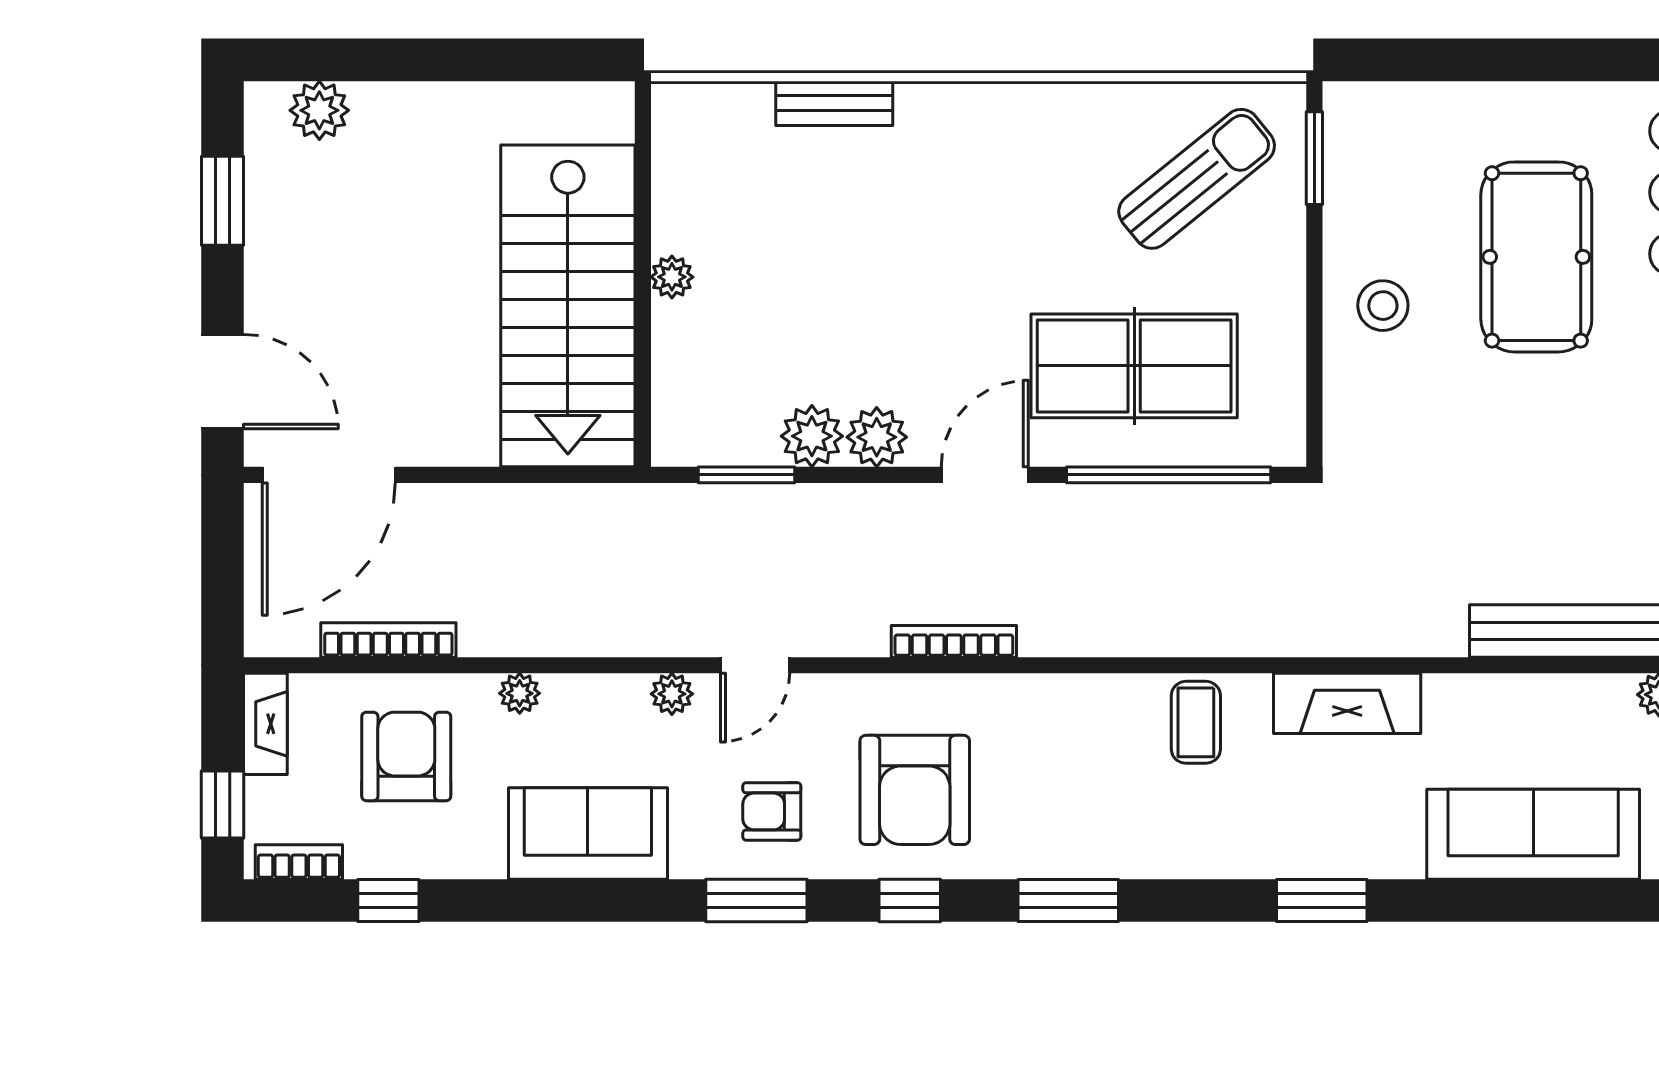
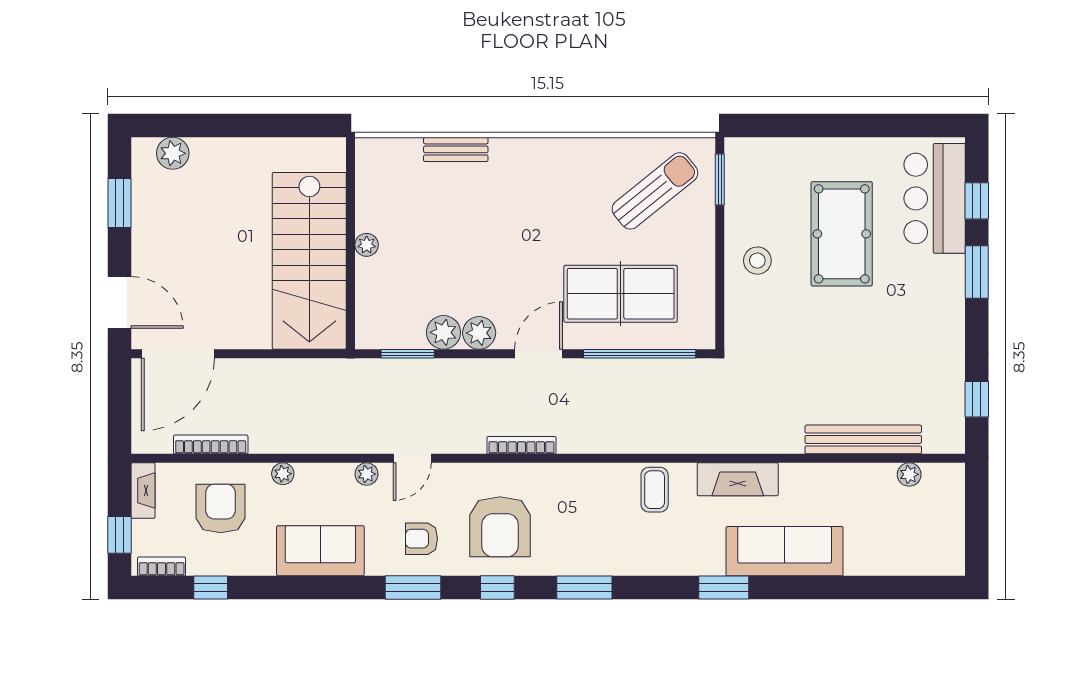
sofa: (1533, 834) -> (785, 551), moved

